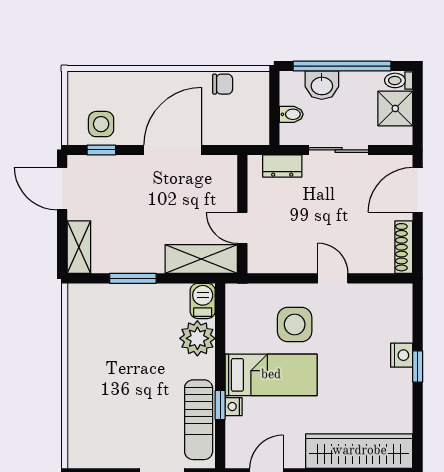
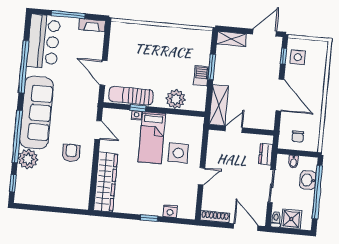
toilet: (399, 80) -> (276, 219), moved
chair: (223, 84) -> (298, 136), moved
barbecue: (203, 301) -> (201, 76), moved, turned -90
nightstand: (402, 355) -> (170, 211), moved

